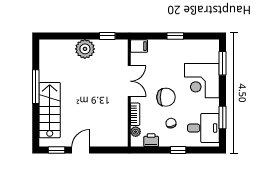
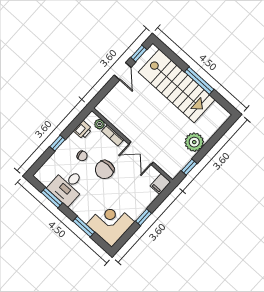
window: (223, 63) -> (84, 227), moved
corner desk: (202, 81) -> (110, 223), moved
stairs: (50, 110) -> (177, 86), width x1.36, depth x1.51
desk: (203, 128) -> (67, 186), moved

